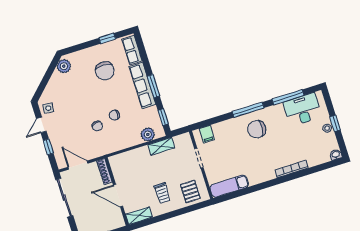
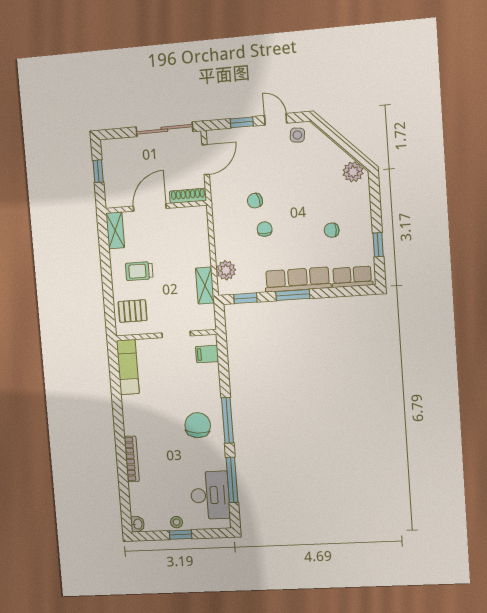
chair: (105, 71) -> (332, 230), width x0.54, depth x0.54

